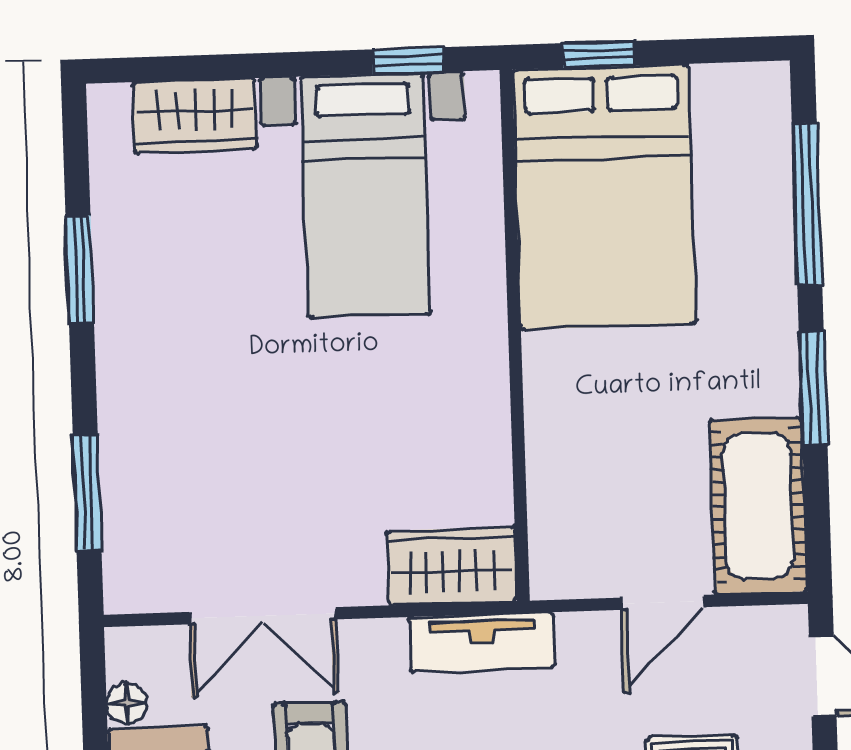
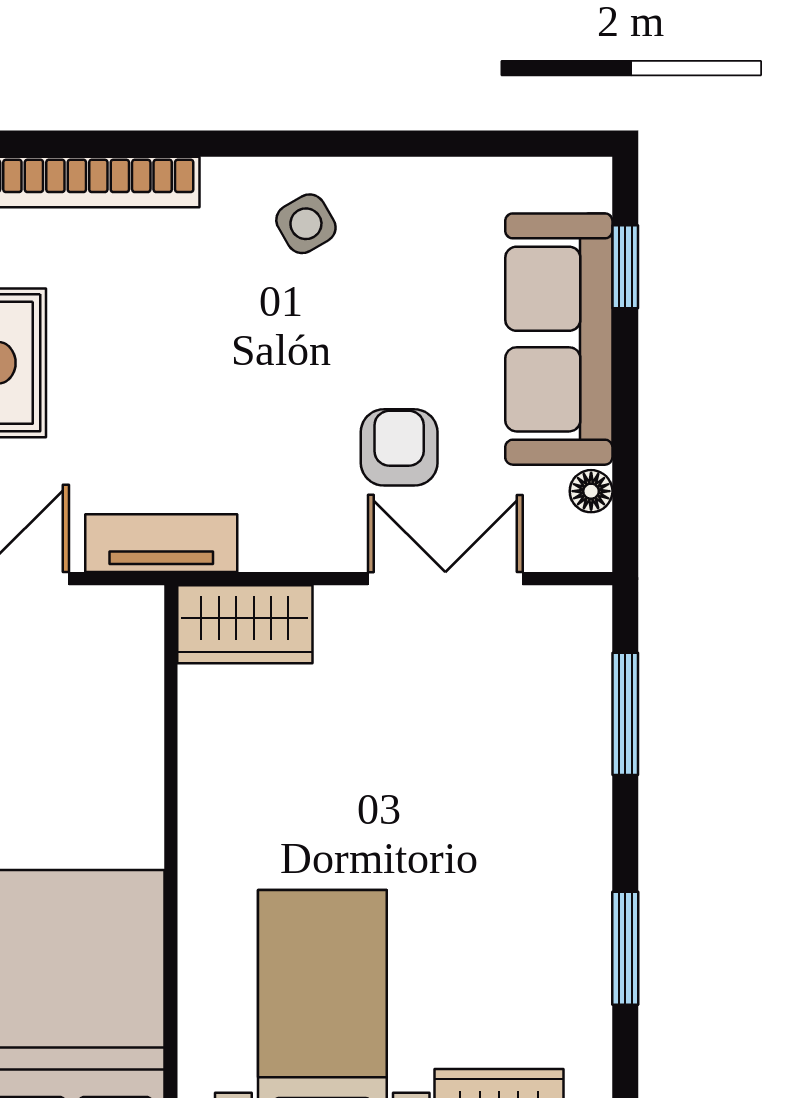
tv unit: (482, 642) -> (161, 543), moved

